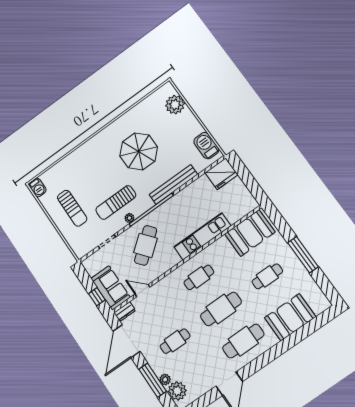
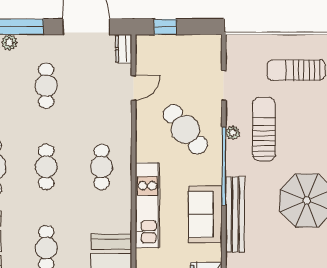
sofa: (111, 288) -> (205, 214), moved, turned 90
cafe table: (221, 309) -> (46, 167), width x0.73, depth x0.74

